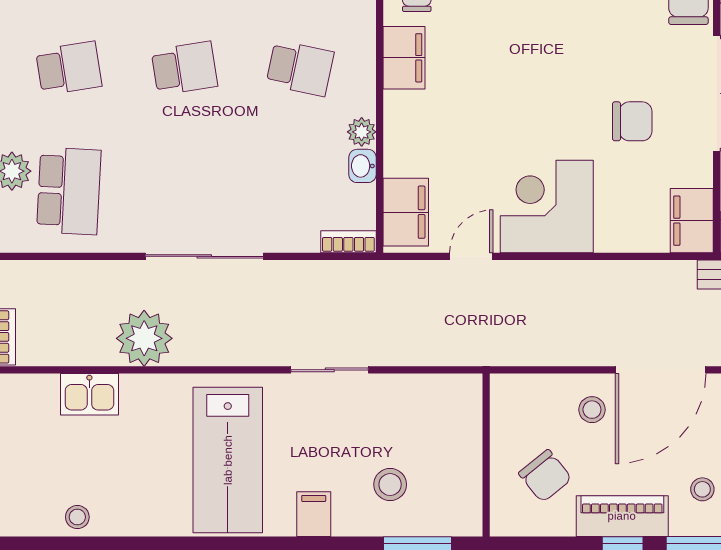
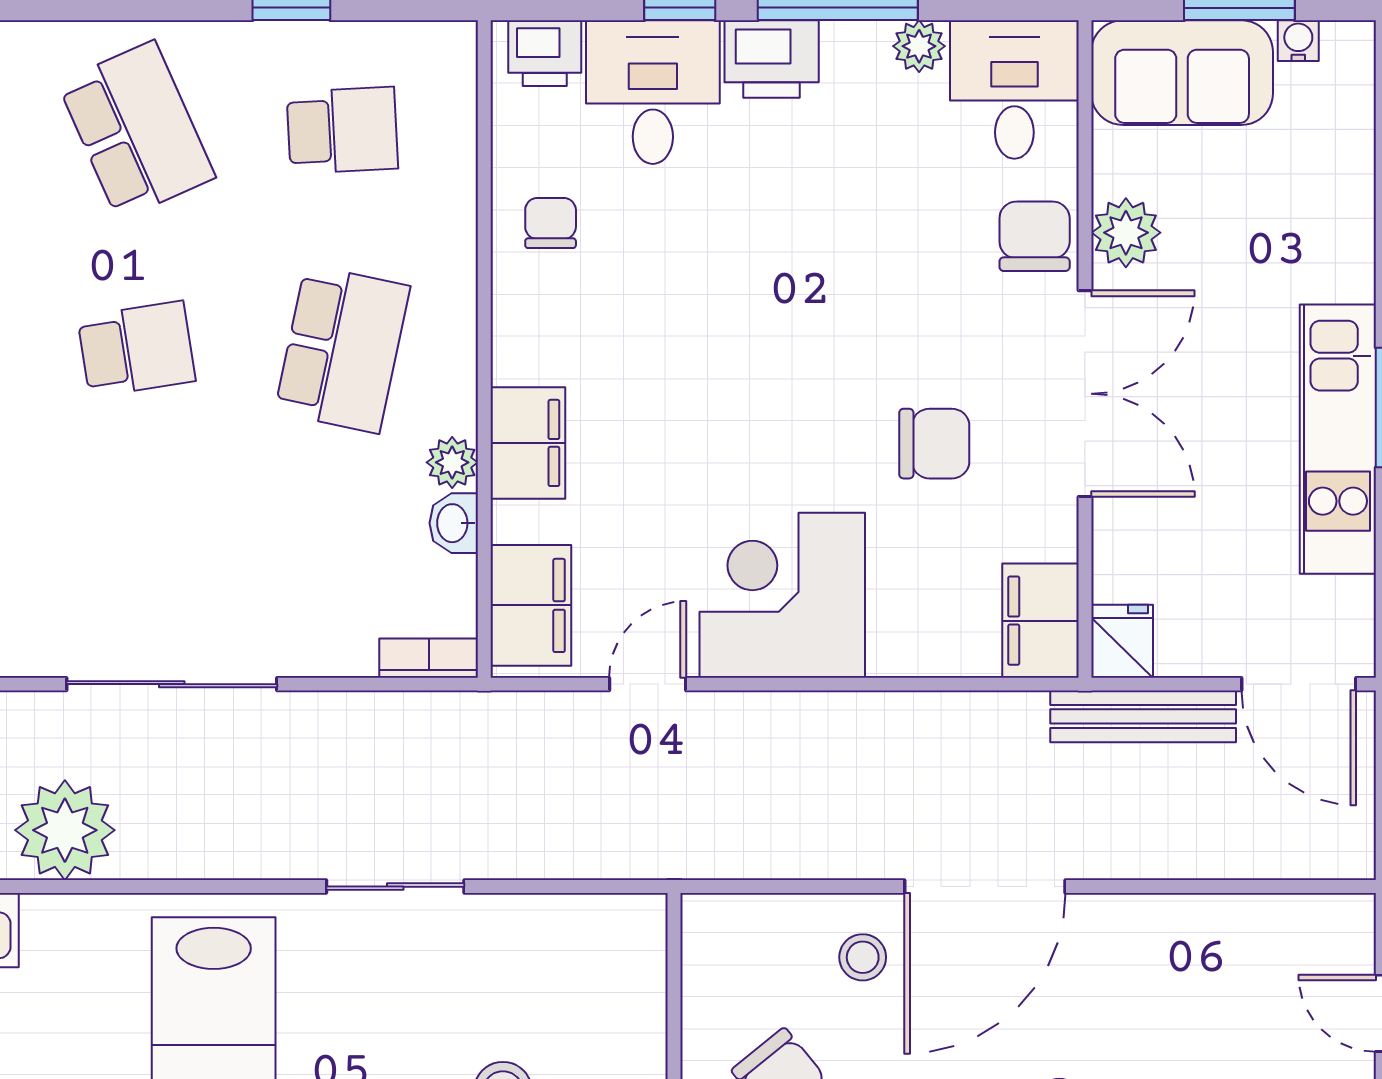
filing cabinet: (404, 58) -> (528, 443), moved
school desk: (300, 68) -> (342, 349), width x1.85

